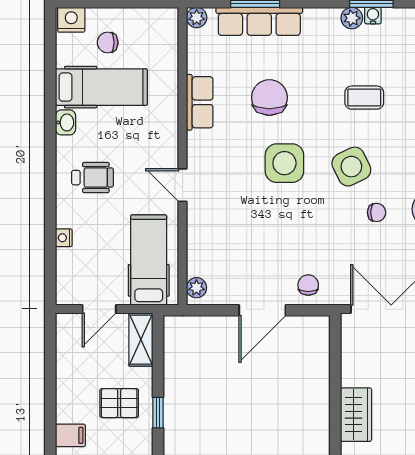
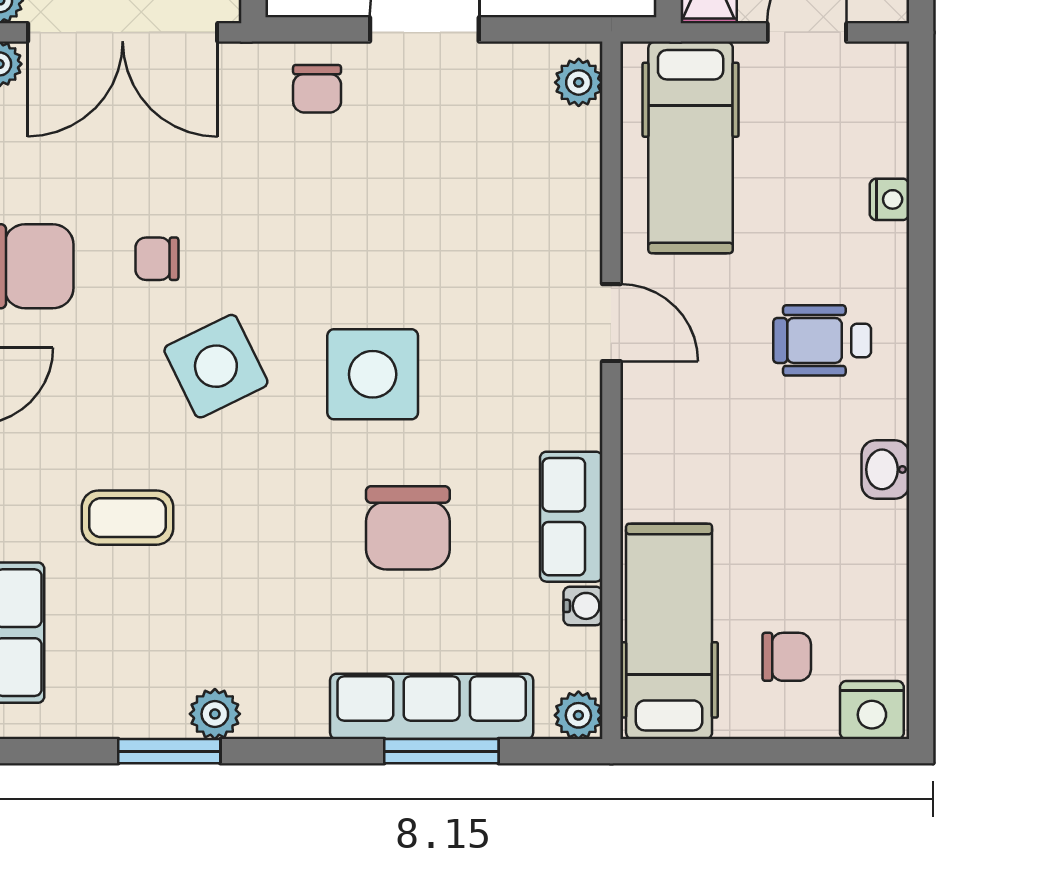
water cooler: (373, 16) -> (583, 606), moved, turned -90
hospital bed: (101, 87) -> (669, 631), moved, turned 90
coffee table: (364, 98) -> (128, 518), moved

